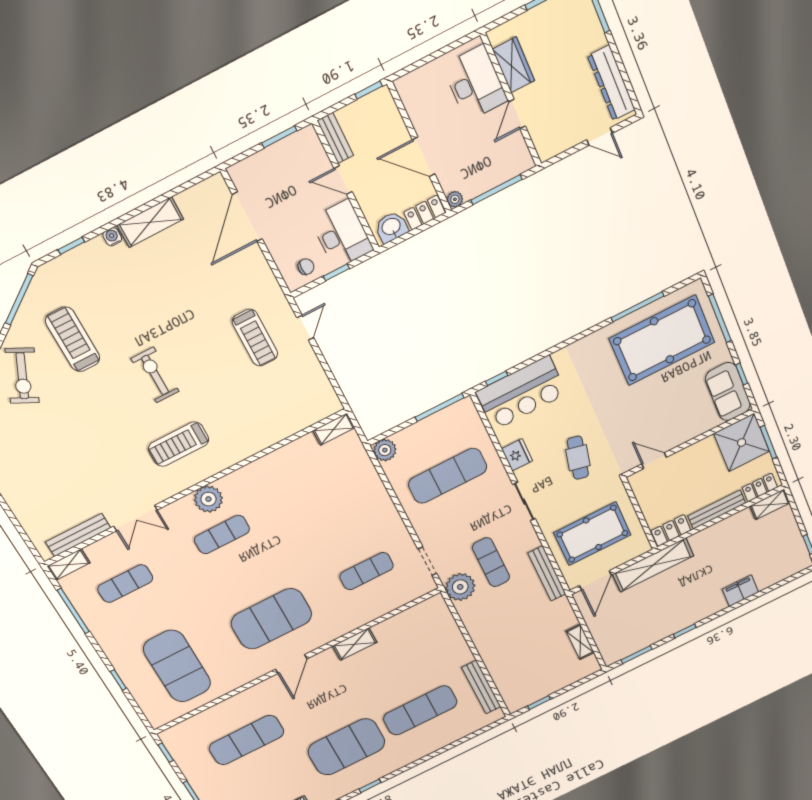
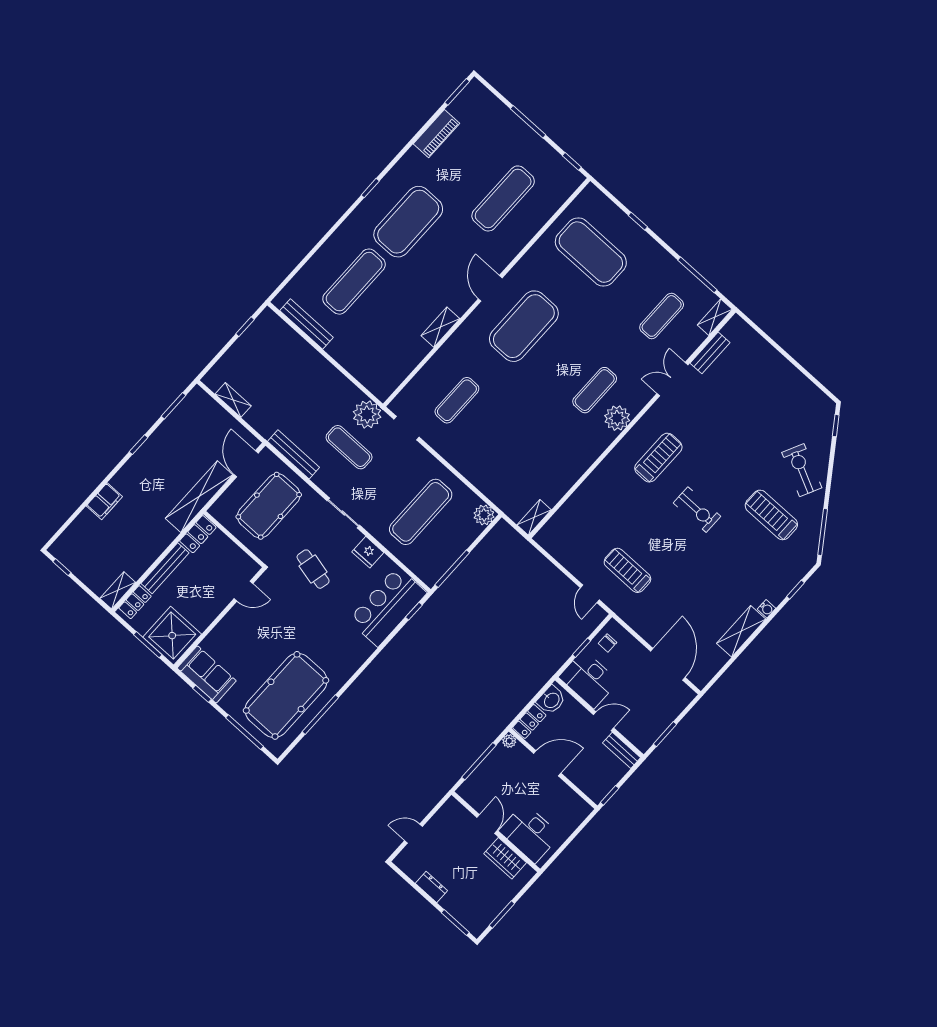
dresser: (611, 83) -> (431, 887), width x0.51, depth x0.80
treadmill: (73, 339) -> (771, 515), turned 180
bench: (78, 535) -> (710, 353), width x0.73

